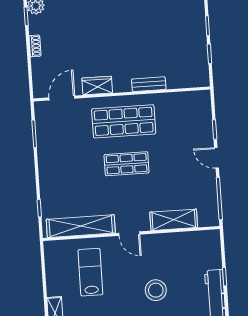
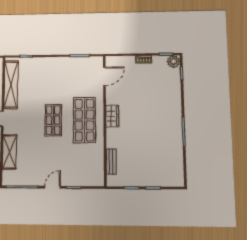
bench: (149, 84) -> (111, 162), moved
wardrobe: (97, 86) -> (112, 116), moved
door: (62, 98) -> (104, 76), hinge flipped

